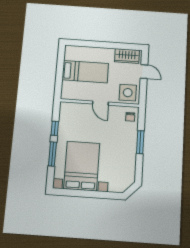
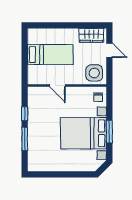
door: (100, 103) -> (57, 85), moved
window: (140, 142) -> (109, 132), moved
bed with nightstands: (82, 166) -> (83, 133), moved, turned -90

